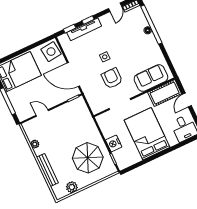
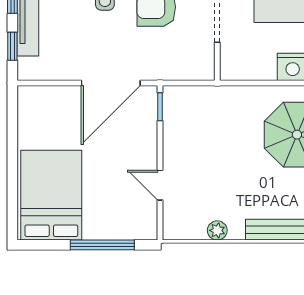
side table: (51, 52) -> (42, 107), removed
door: (42, 113) -> (160, 185), hinge flipped

